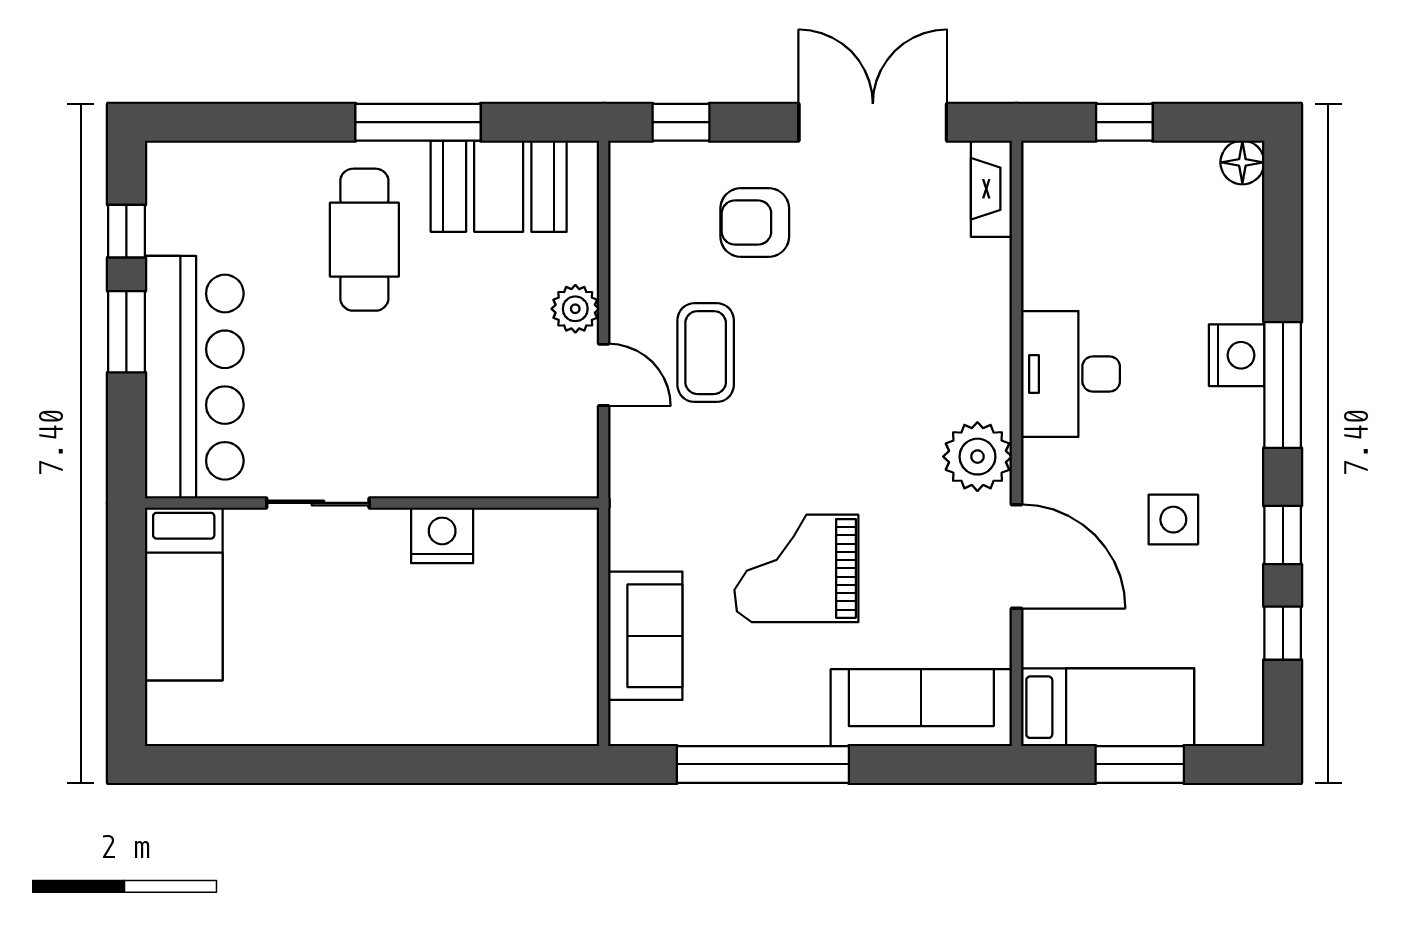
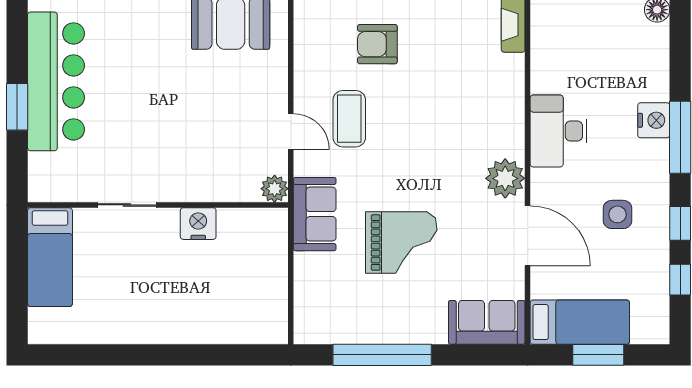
window: (126, 231) -> (17, 49), removed
cafe table: (364, 240) -> (154, 54), removed
plant: (575, 309) -> (275, 189), moved
bar counter: (194, 377) -> (56, 81), moved
grand piano: (796, 568) -> (401, 243), turned 180
sofa: (645, 636) -> (315, 214), moved
sofa: (921, 708) -> (487, 322), width x0.73

